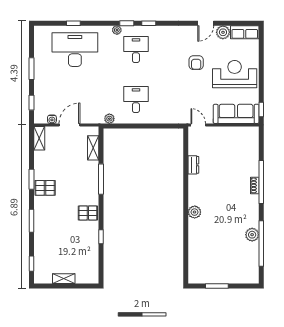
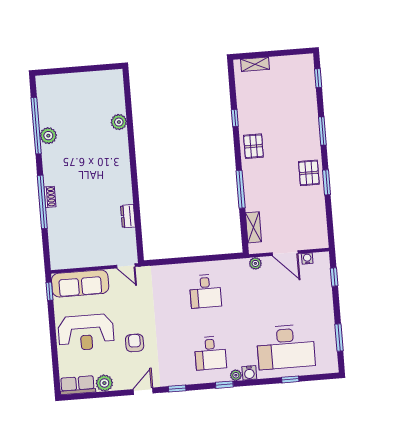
window: (149, 23) -> (177, 388), moved
door: (206, 23) -> (143, 391), moved
water cooler: (106, 31) -> (249, 373), added
window: (31, 69) -> (339, 337), moved
plant: (109, 119) -> (255, 263), moved
door: (69, 125) -> (285, 253), hinge flipped
shelving: (39, 138) -> (321, 234), removed
pallet: (45, 188) -> (309, 173), turned 90
plant: (195, 212) -> (119, 122), moved
pallet: (88, 213) -> (253, 146), turned 90
shelving: (64, 279) -> (255, 64), moved
window: (217, 286) -> (87, 69), removed

